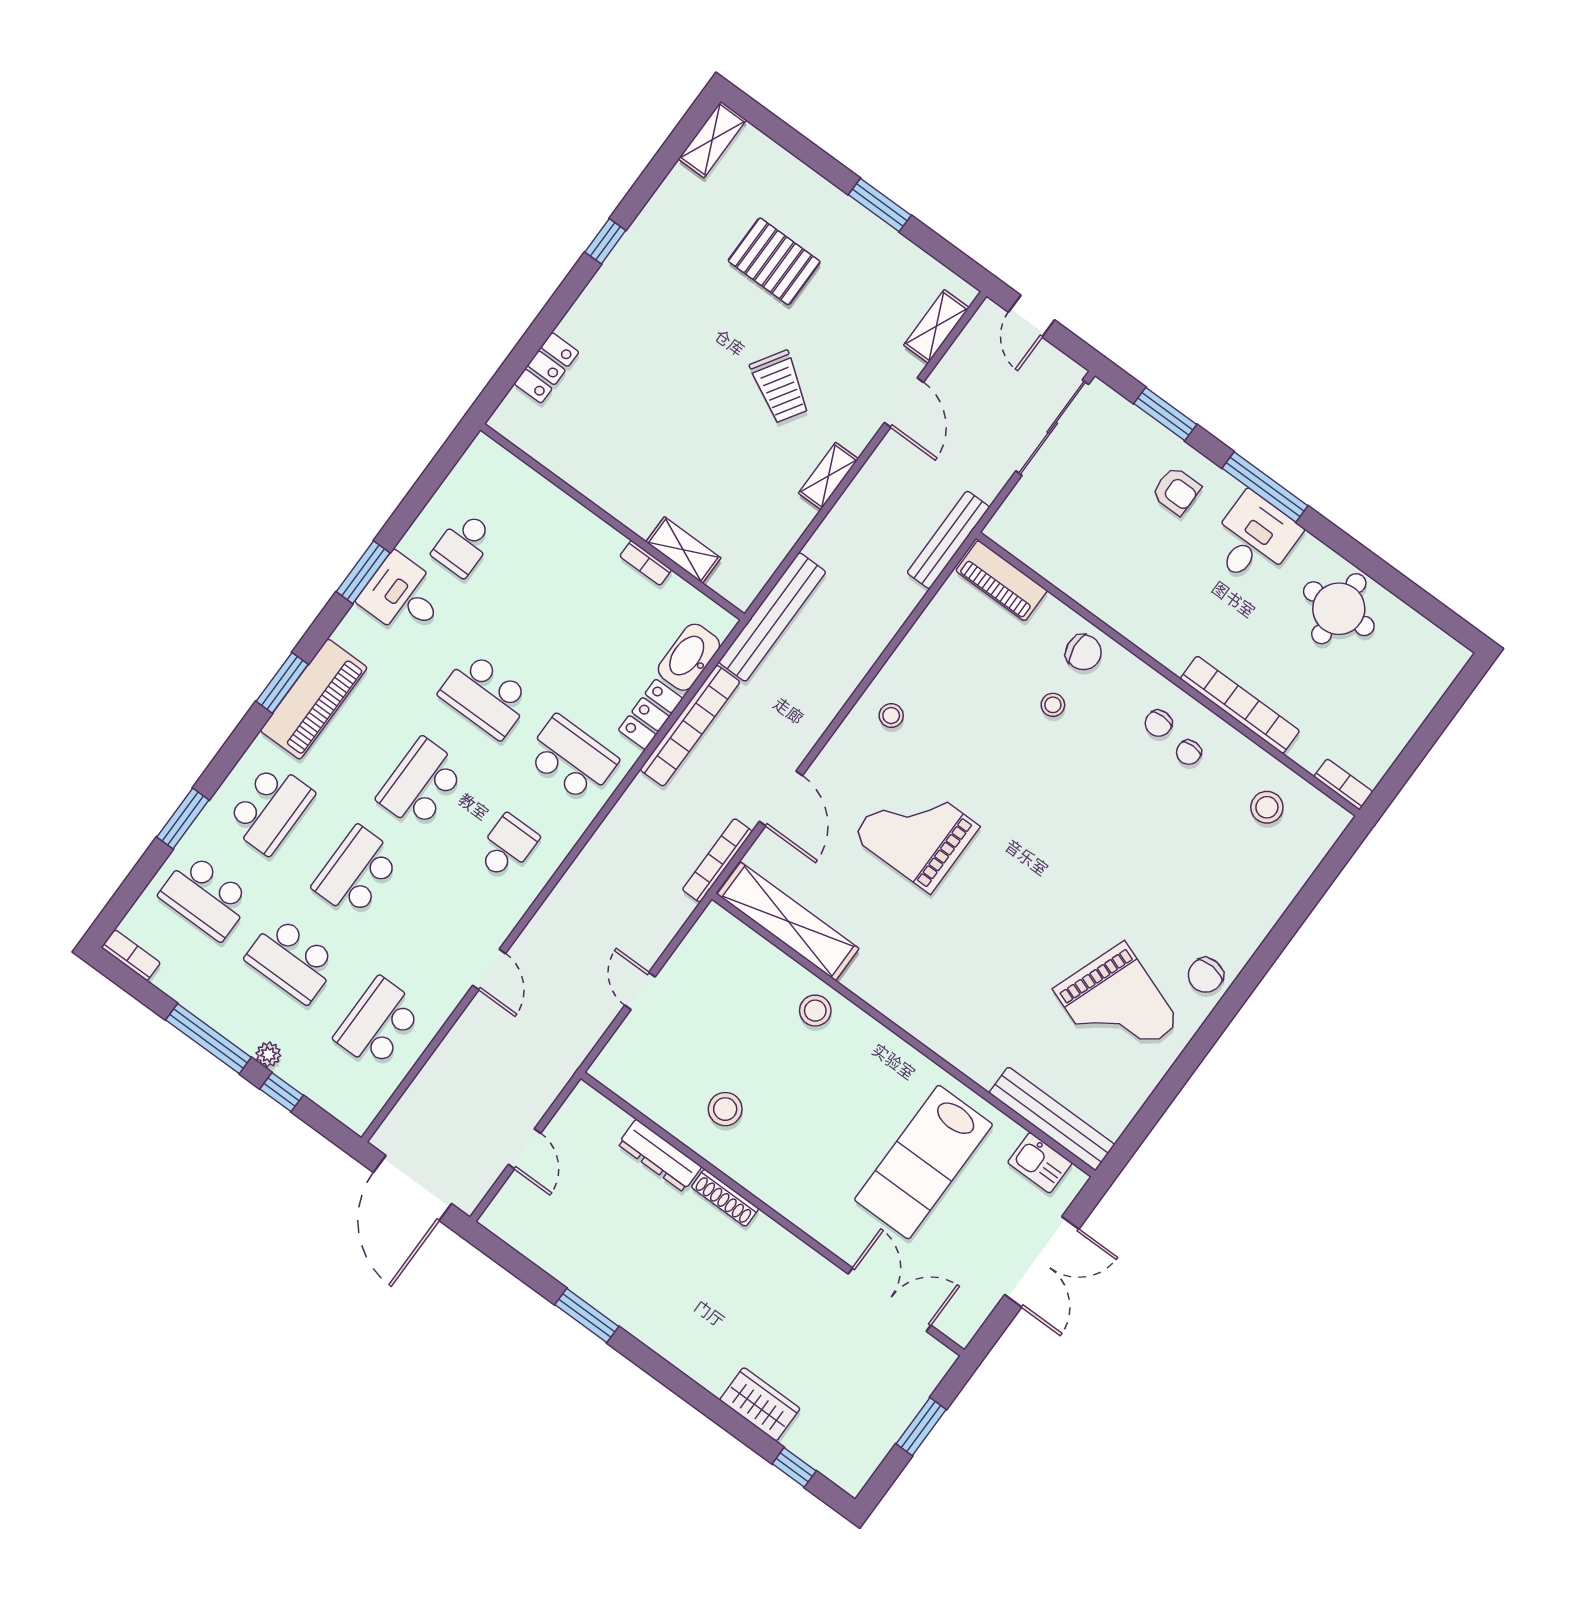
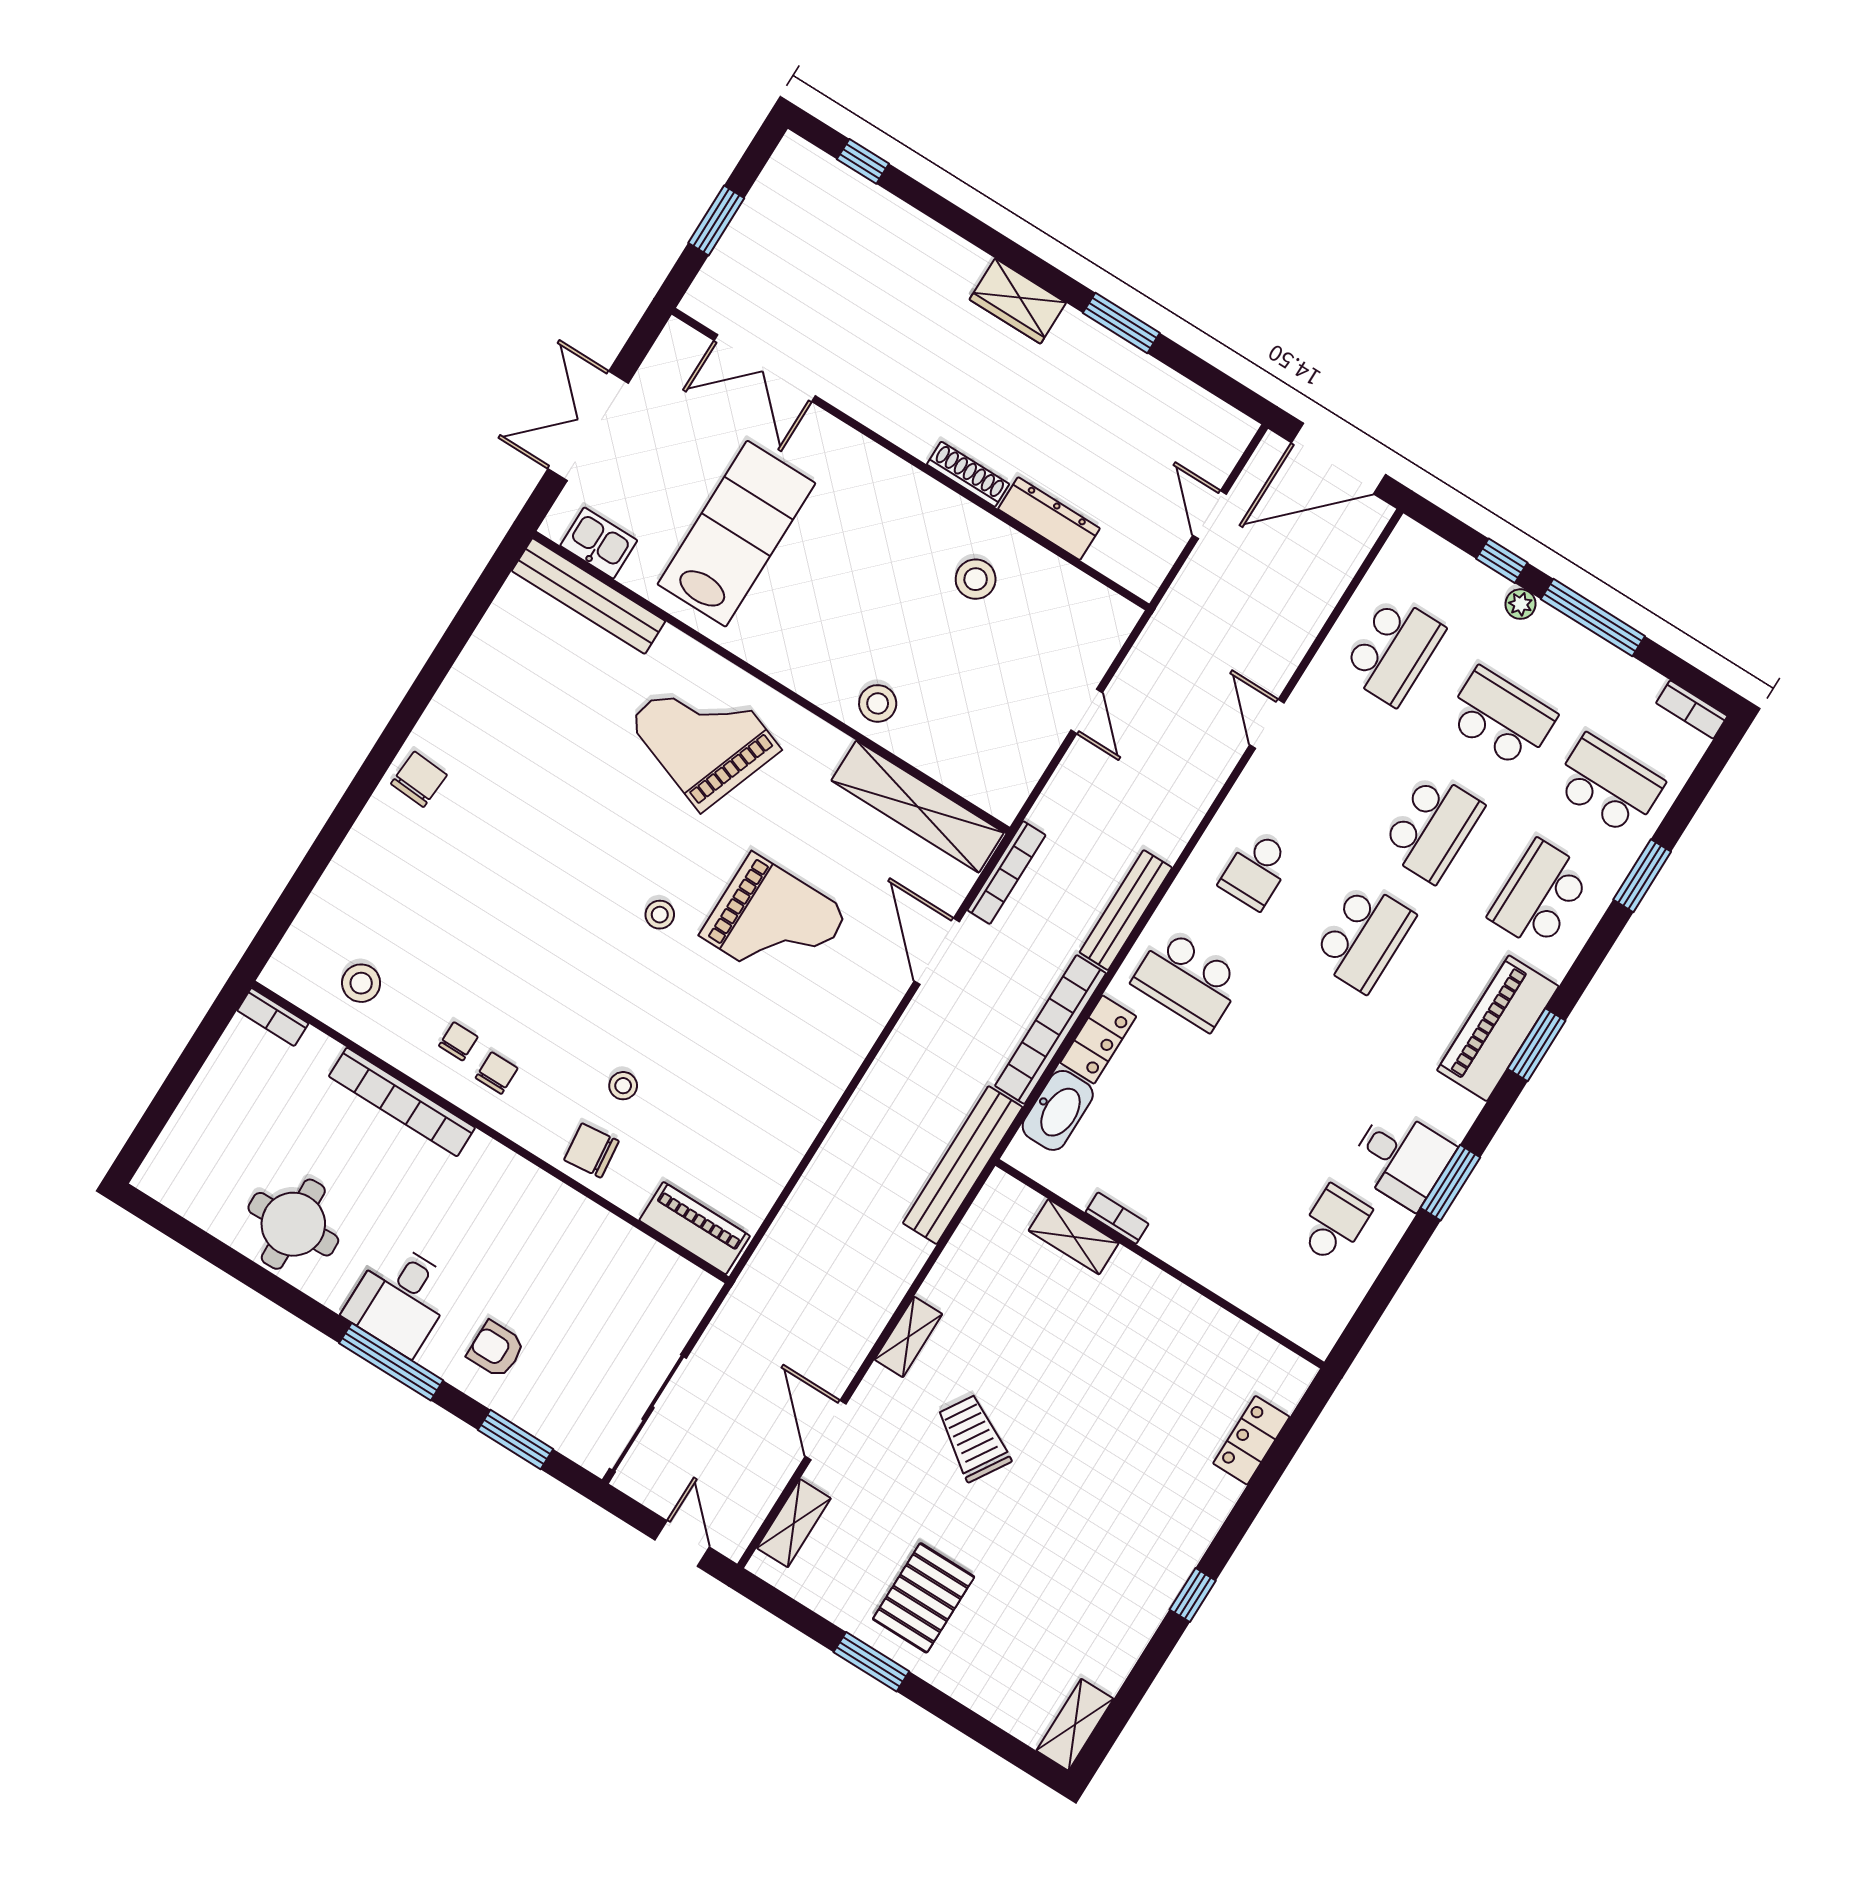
pallet: (774, 261) -> (924, 1598), moved, turned 90
bench: (948, 540) -> (1126, 910), moved
school desk: (485, 696) -> (1295, 1047), removed
stool: (891, 716) -> (660, 915), moved
grand piano: (1116, 1007) -> (705, 735), moved
door: (413, 1188) -> (1338, 459), swing flipped
wardrobe: (760, 1404) -> (1018, 301), moved

